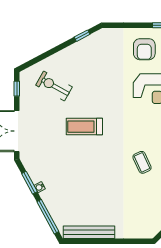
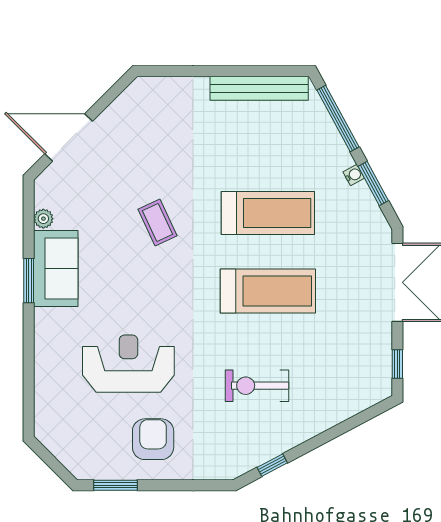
exercise bike: (54, 86) -> (257, 386), moved, turned 151
treadmill: (84, 127) -> (268, 291), width x1.37, depth x1.38
treadmill: (84, 167) -> (268, 213), added

